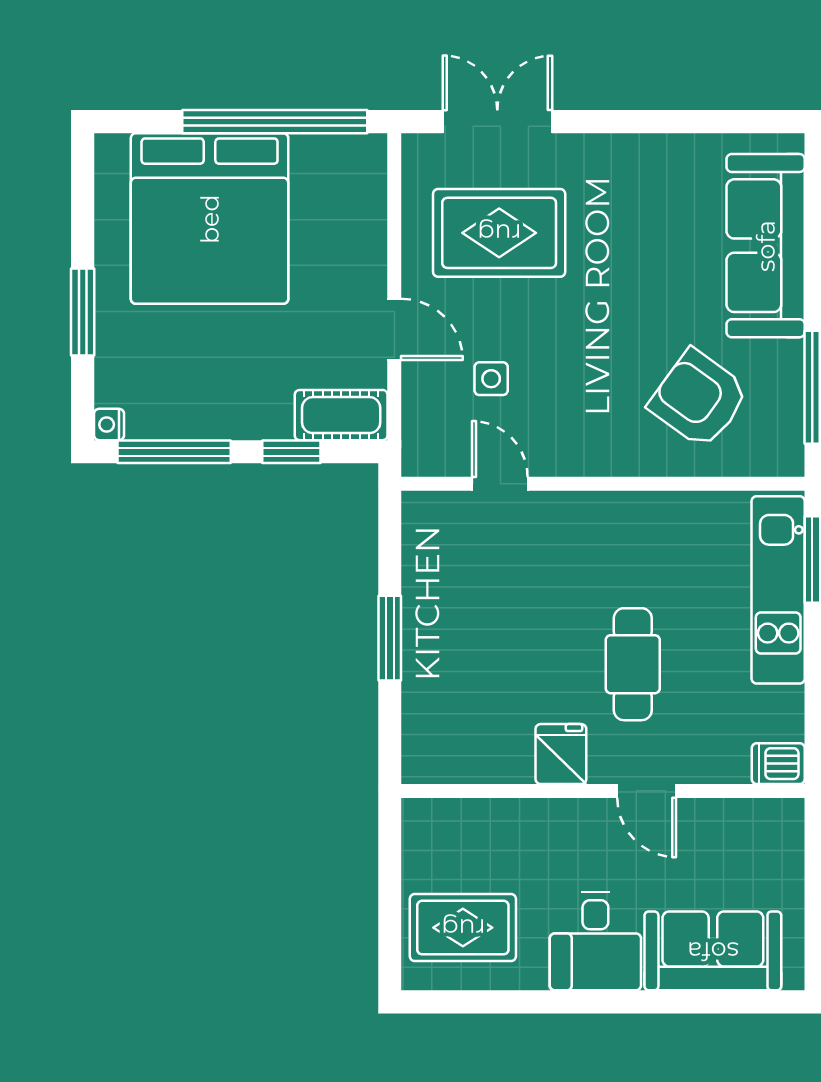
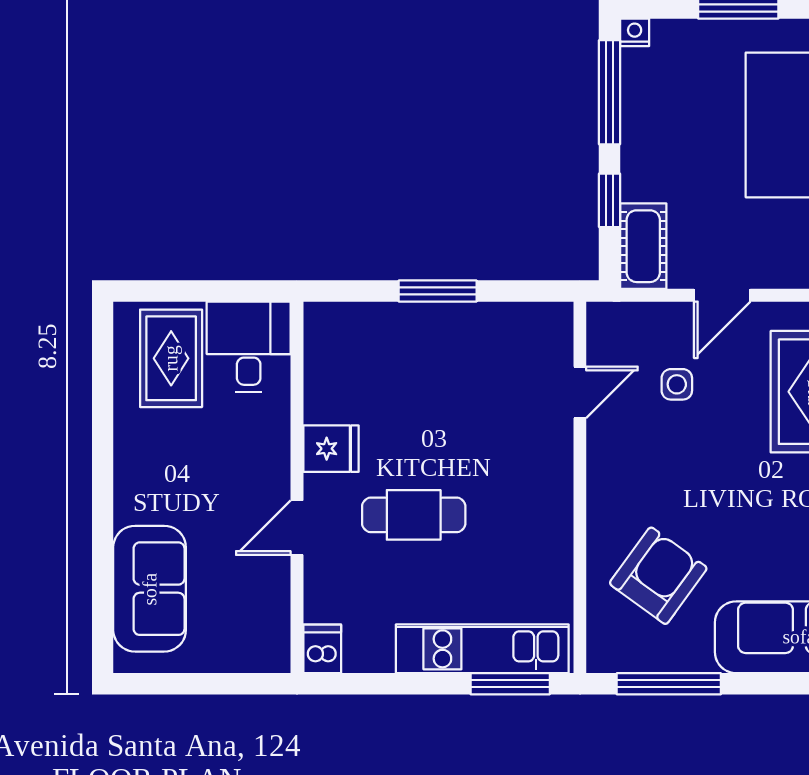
desk: (595, 941) -> (249, 347), moved, turned 90

